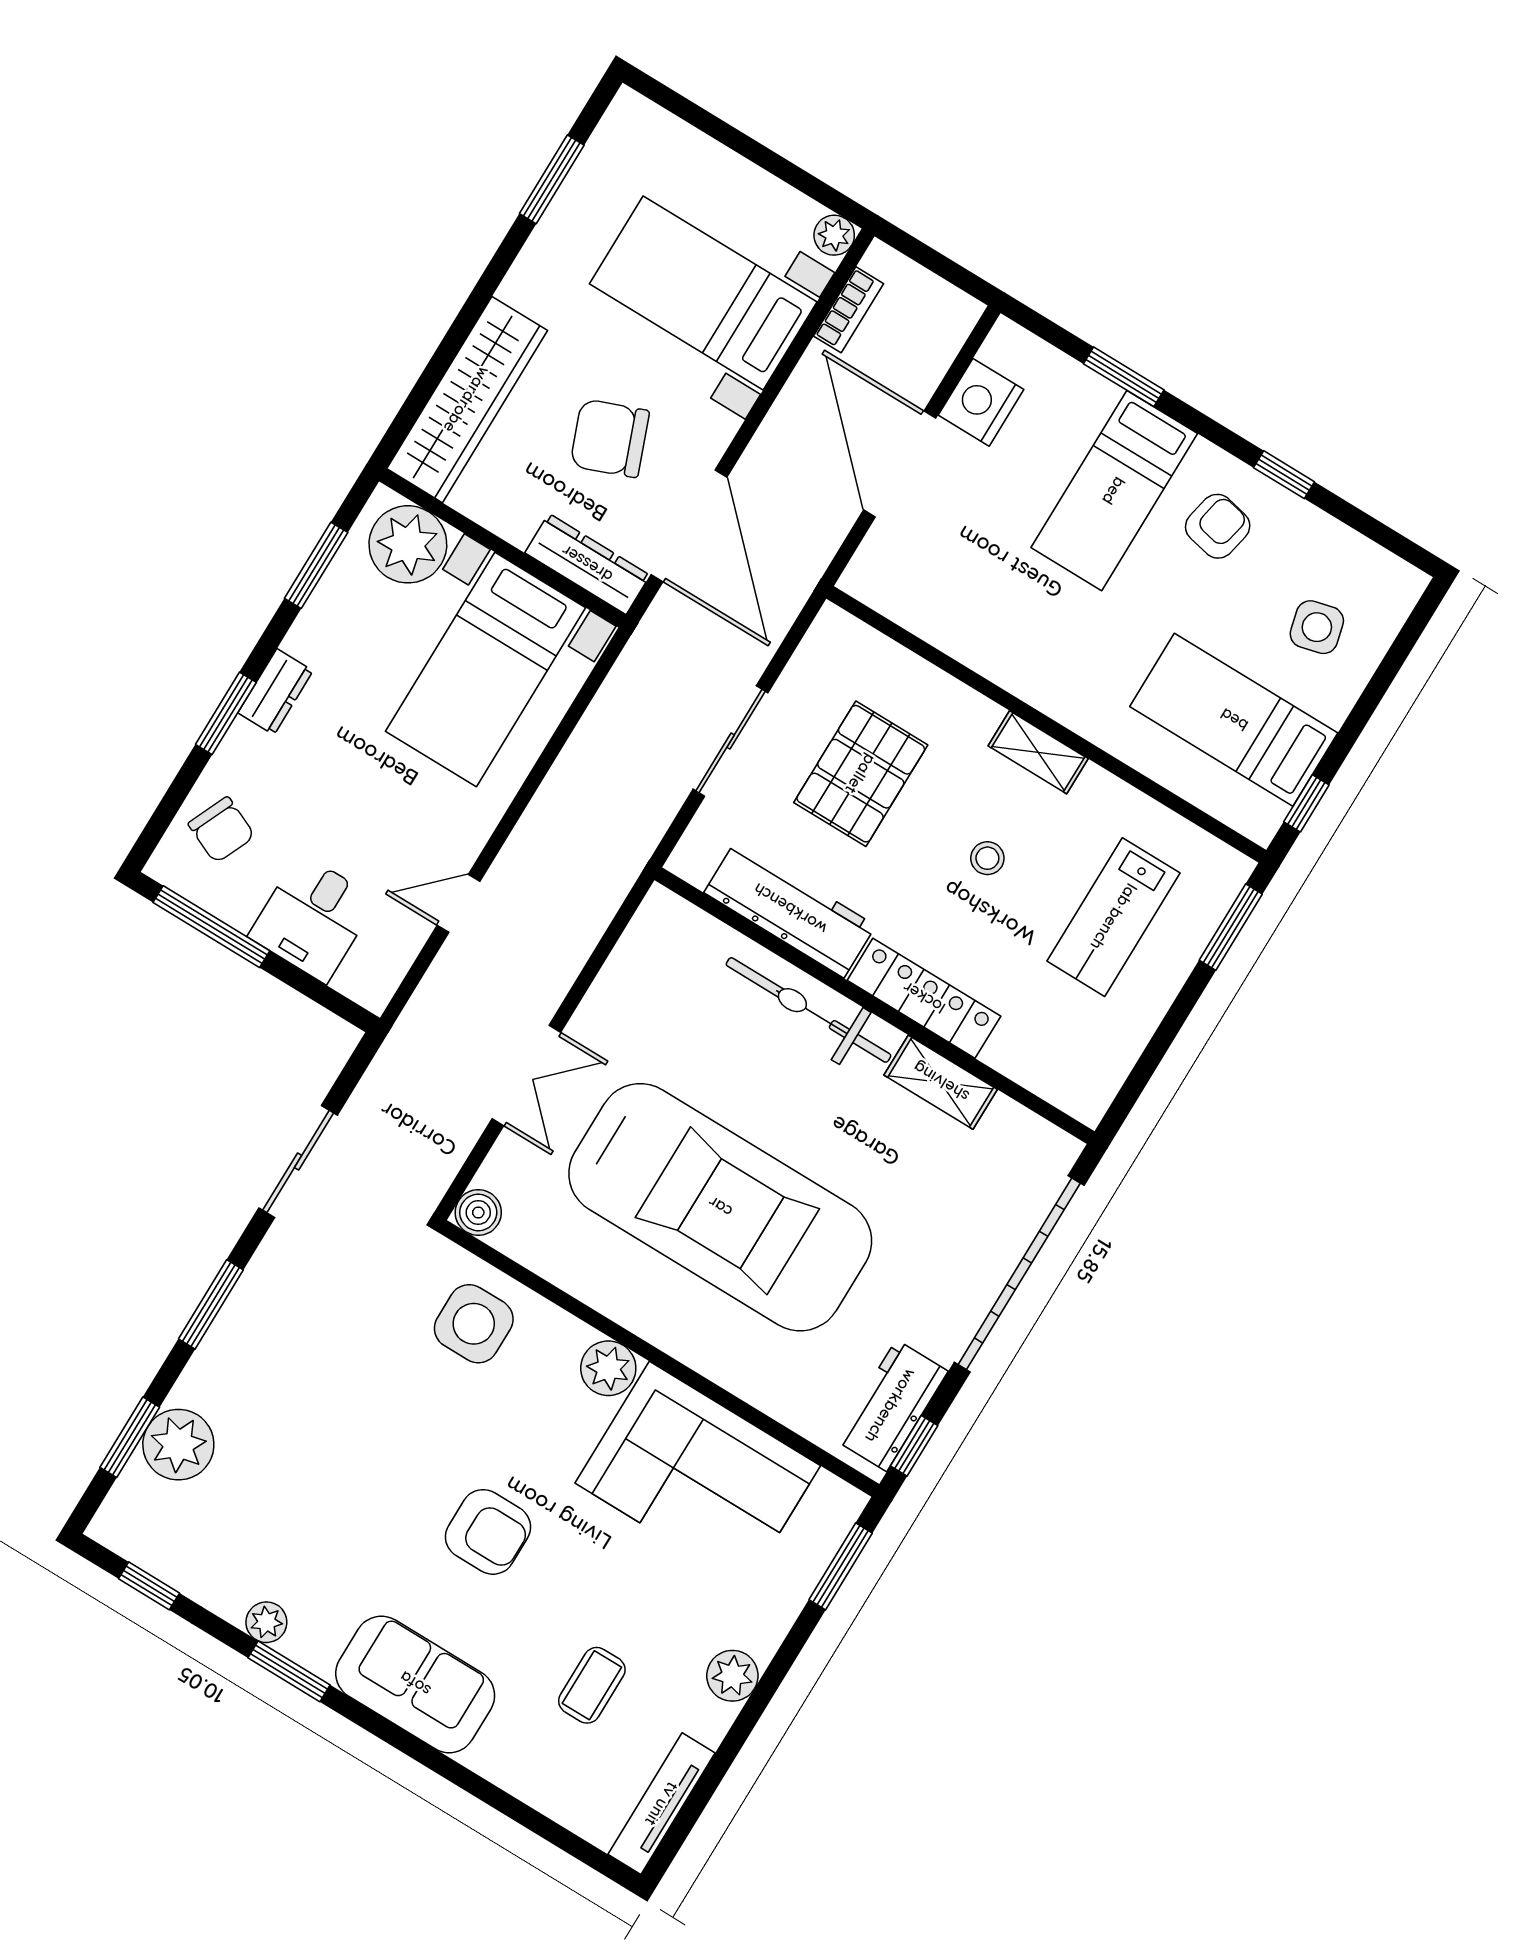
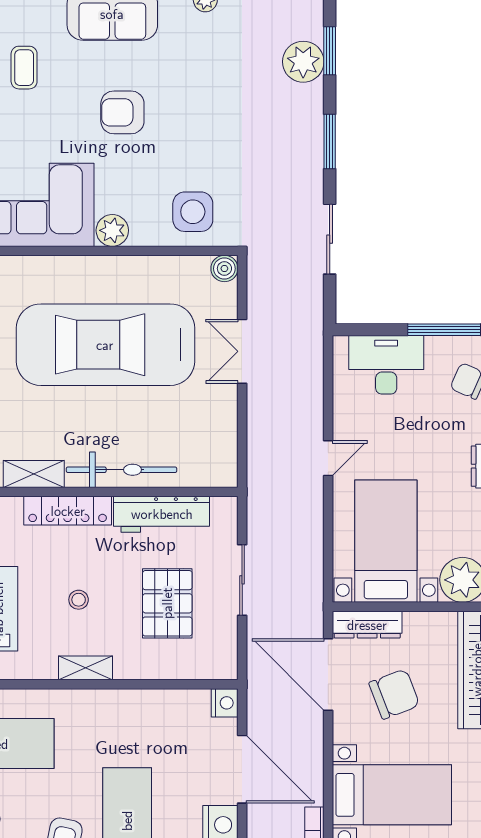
nightstand: (866, 577) -> (225, 703), added
door: (459, 903) -> (328, 458), moved
desk: (313, 918) -> (386, 365), width x1.37

